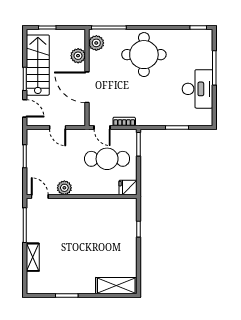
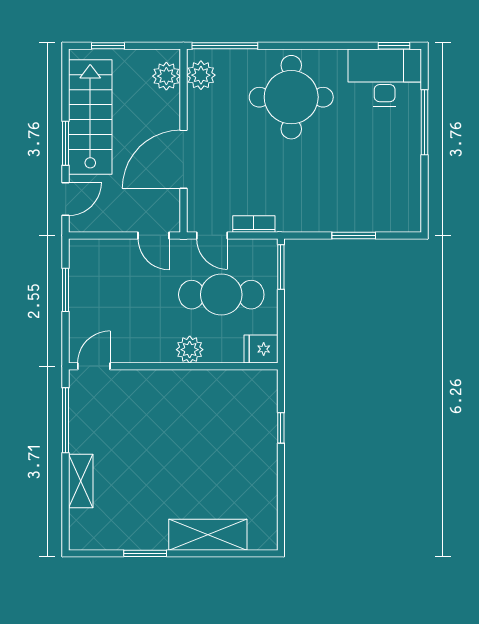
plant: (78, 56) -> (166, 76), moved
door: (87, 87) -> (183, 159), hinge flipped
desk: (197, 89) -> (385, 78), moved, turned -90
door: (25, 108) -> (66, 199), hinge flipped
door: (58, 128) -> (154, 235), moved
plant: (64, 188) -> (190, 350), moved
door: (40, 197) -> (94, 366), hinge flipped
shelving: (116, 286) -> (208, 535), moved

